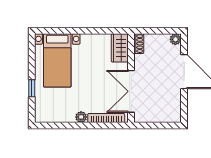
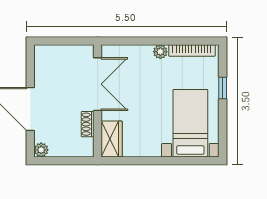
shoe rack: (139, 44) -> (88, 124), moved
bookcase: (106, 118) -> (192, 50), moved

